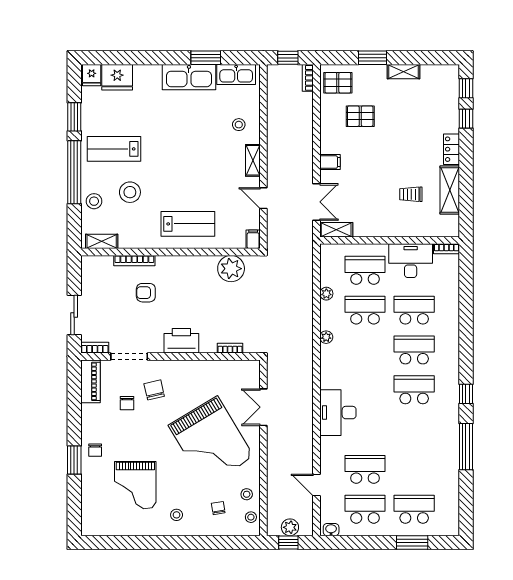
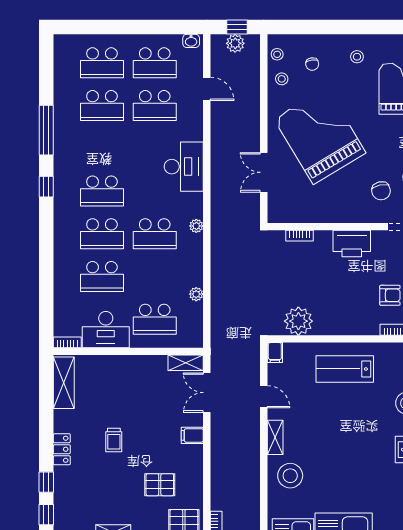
stool: (239, 125) -> (290, 476), width x1.89, depth x1.89
shelving: (450, 190) -> (64, 383), moved
trolley: (411, 194) -> (114, 440), moved, turned 90
school desk: (365, 310) -> (155, 234), moved
plant: (326, 337) -> (196, 226), moved
double door: (263, 407) -> (264, 172), swing flipped
school desk: (414, 469) -> (102, 106), added
window: (412, 542) -> (104, 27), removed

